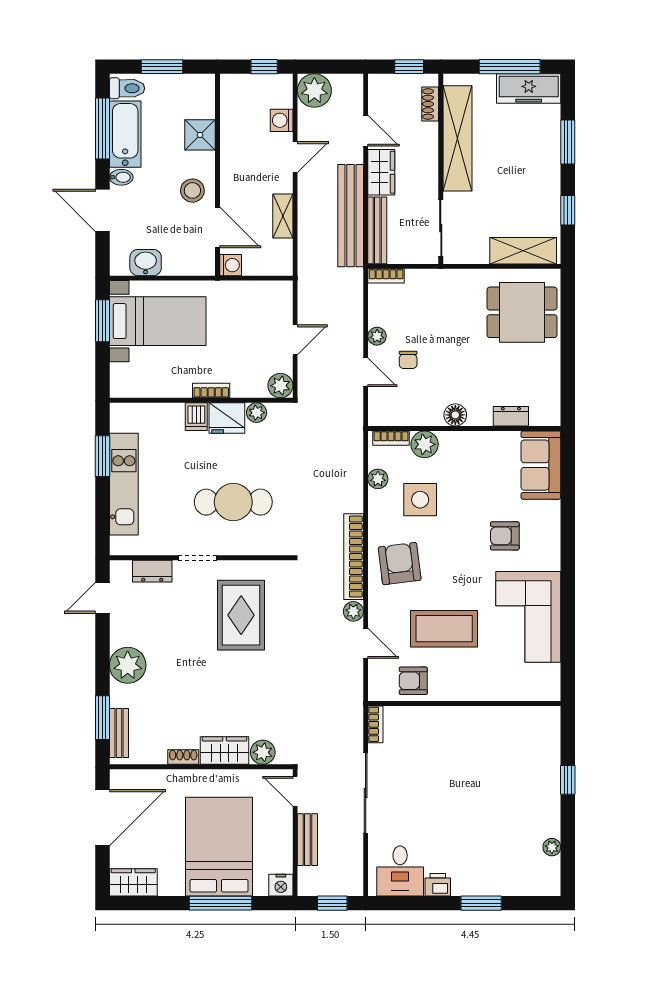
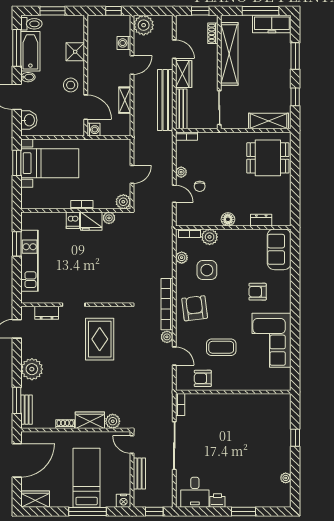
washbasin: (146, 263) -> (29, 120), moved, turned 90
cafe table: (233, 502) -> (95, 271), removed
coffee table: (444, 629) -> (221, 347), width x0.73, depth x0.76
bed: (219, 847) -> (87, 478), width x0.67

